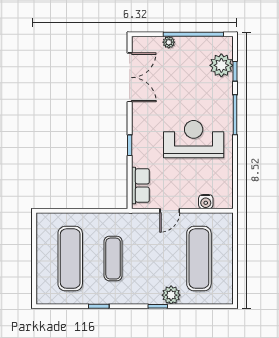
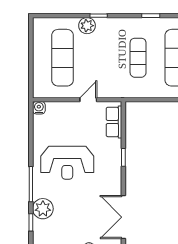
plant: (221, 65) -> (43, 209), moved
water cooler: (206, 202) -> (39, 108), moved

